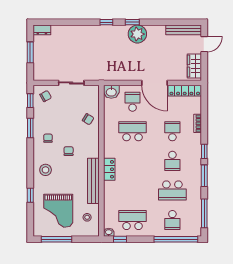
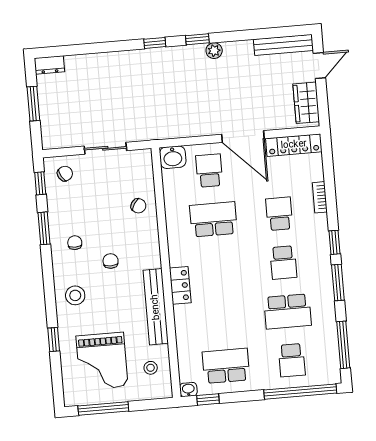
plant: (137, 34) -> (214, 51), width x0.53, depth x0.53

